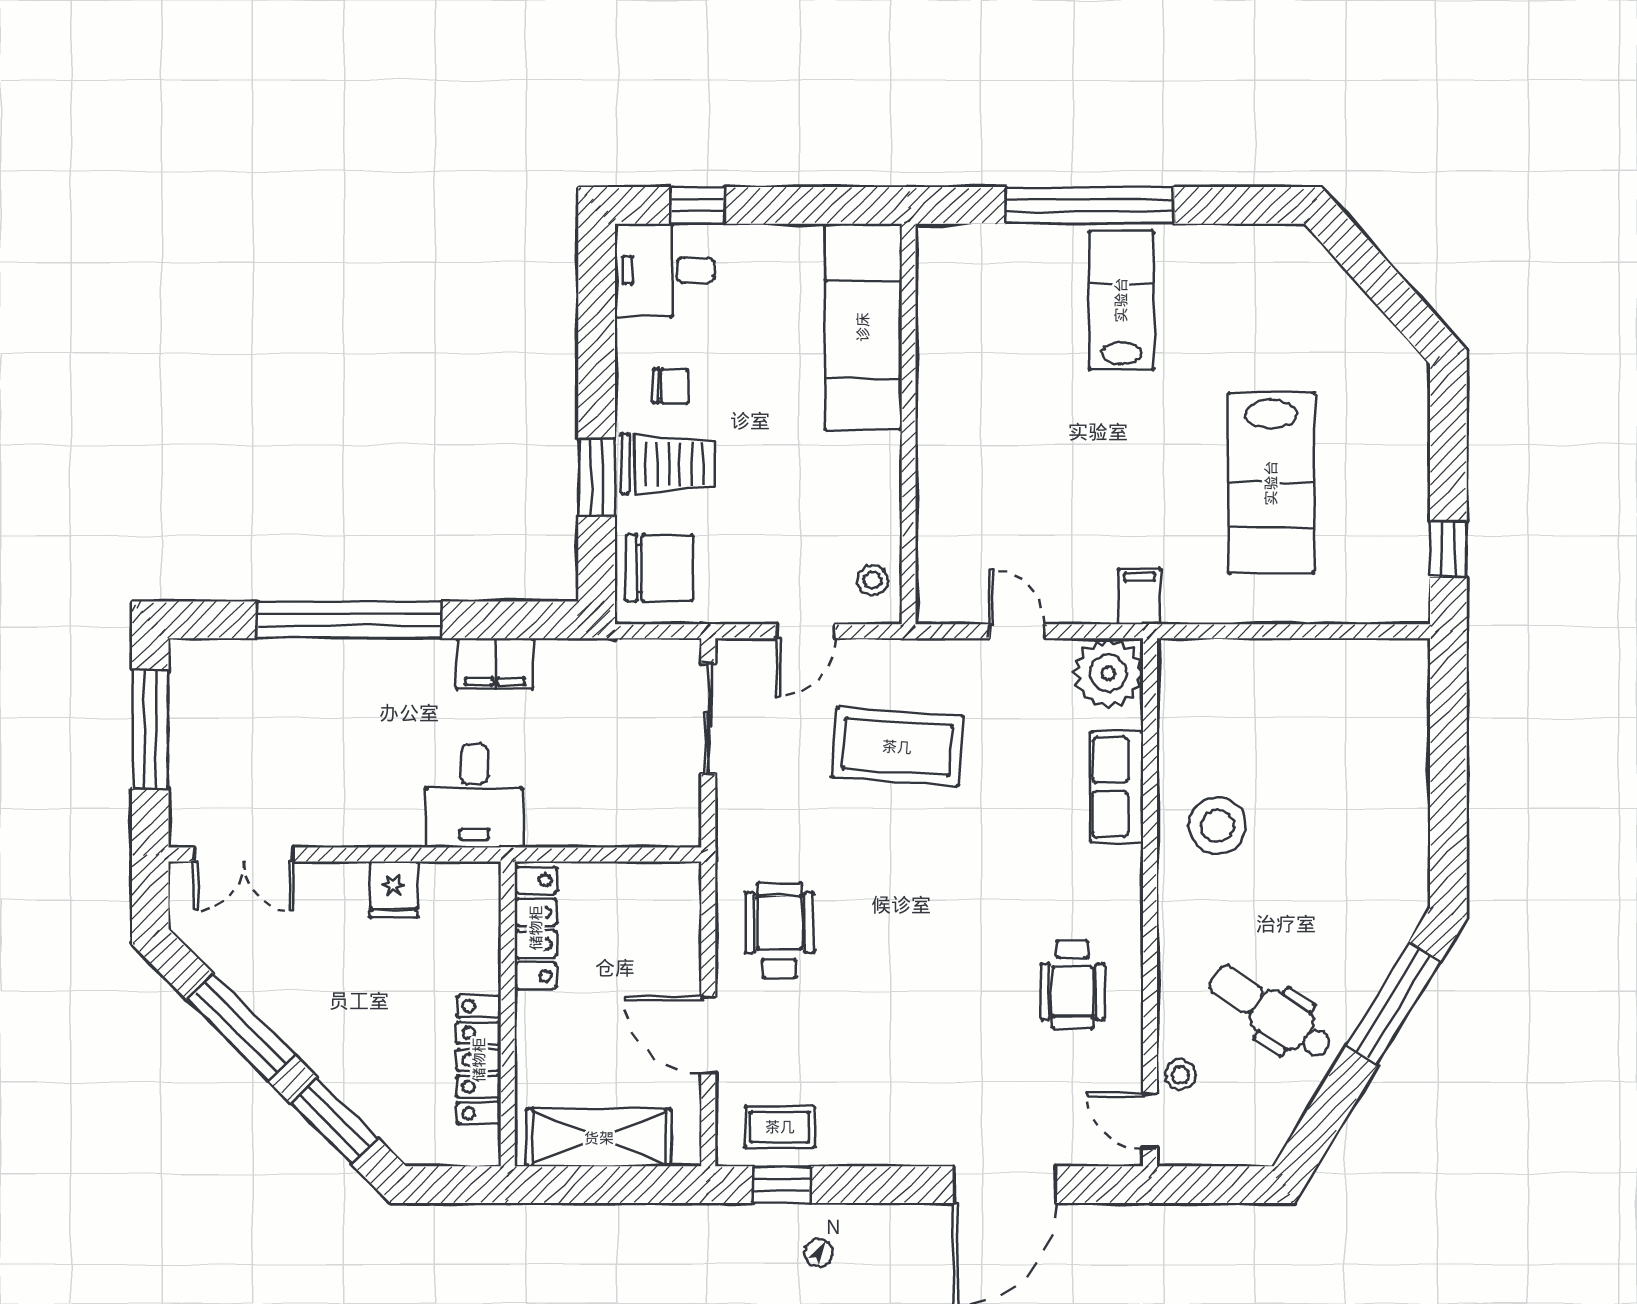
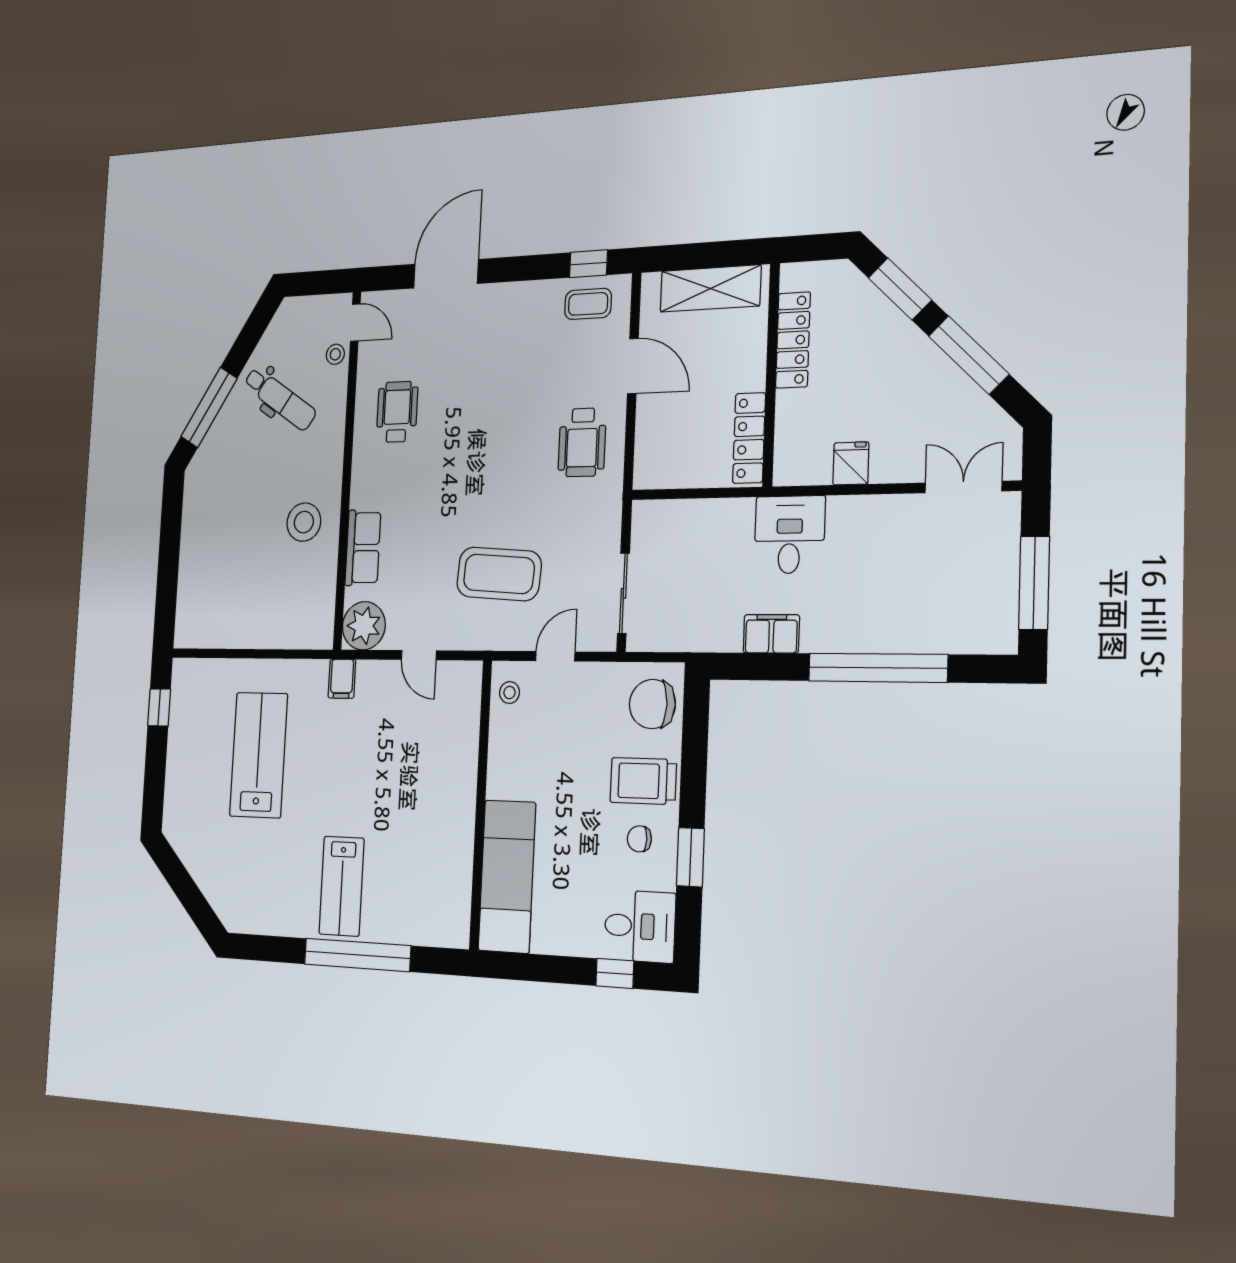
window: (597, 478) -> (690, 857), moved

